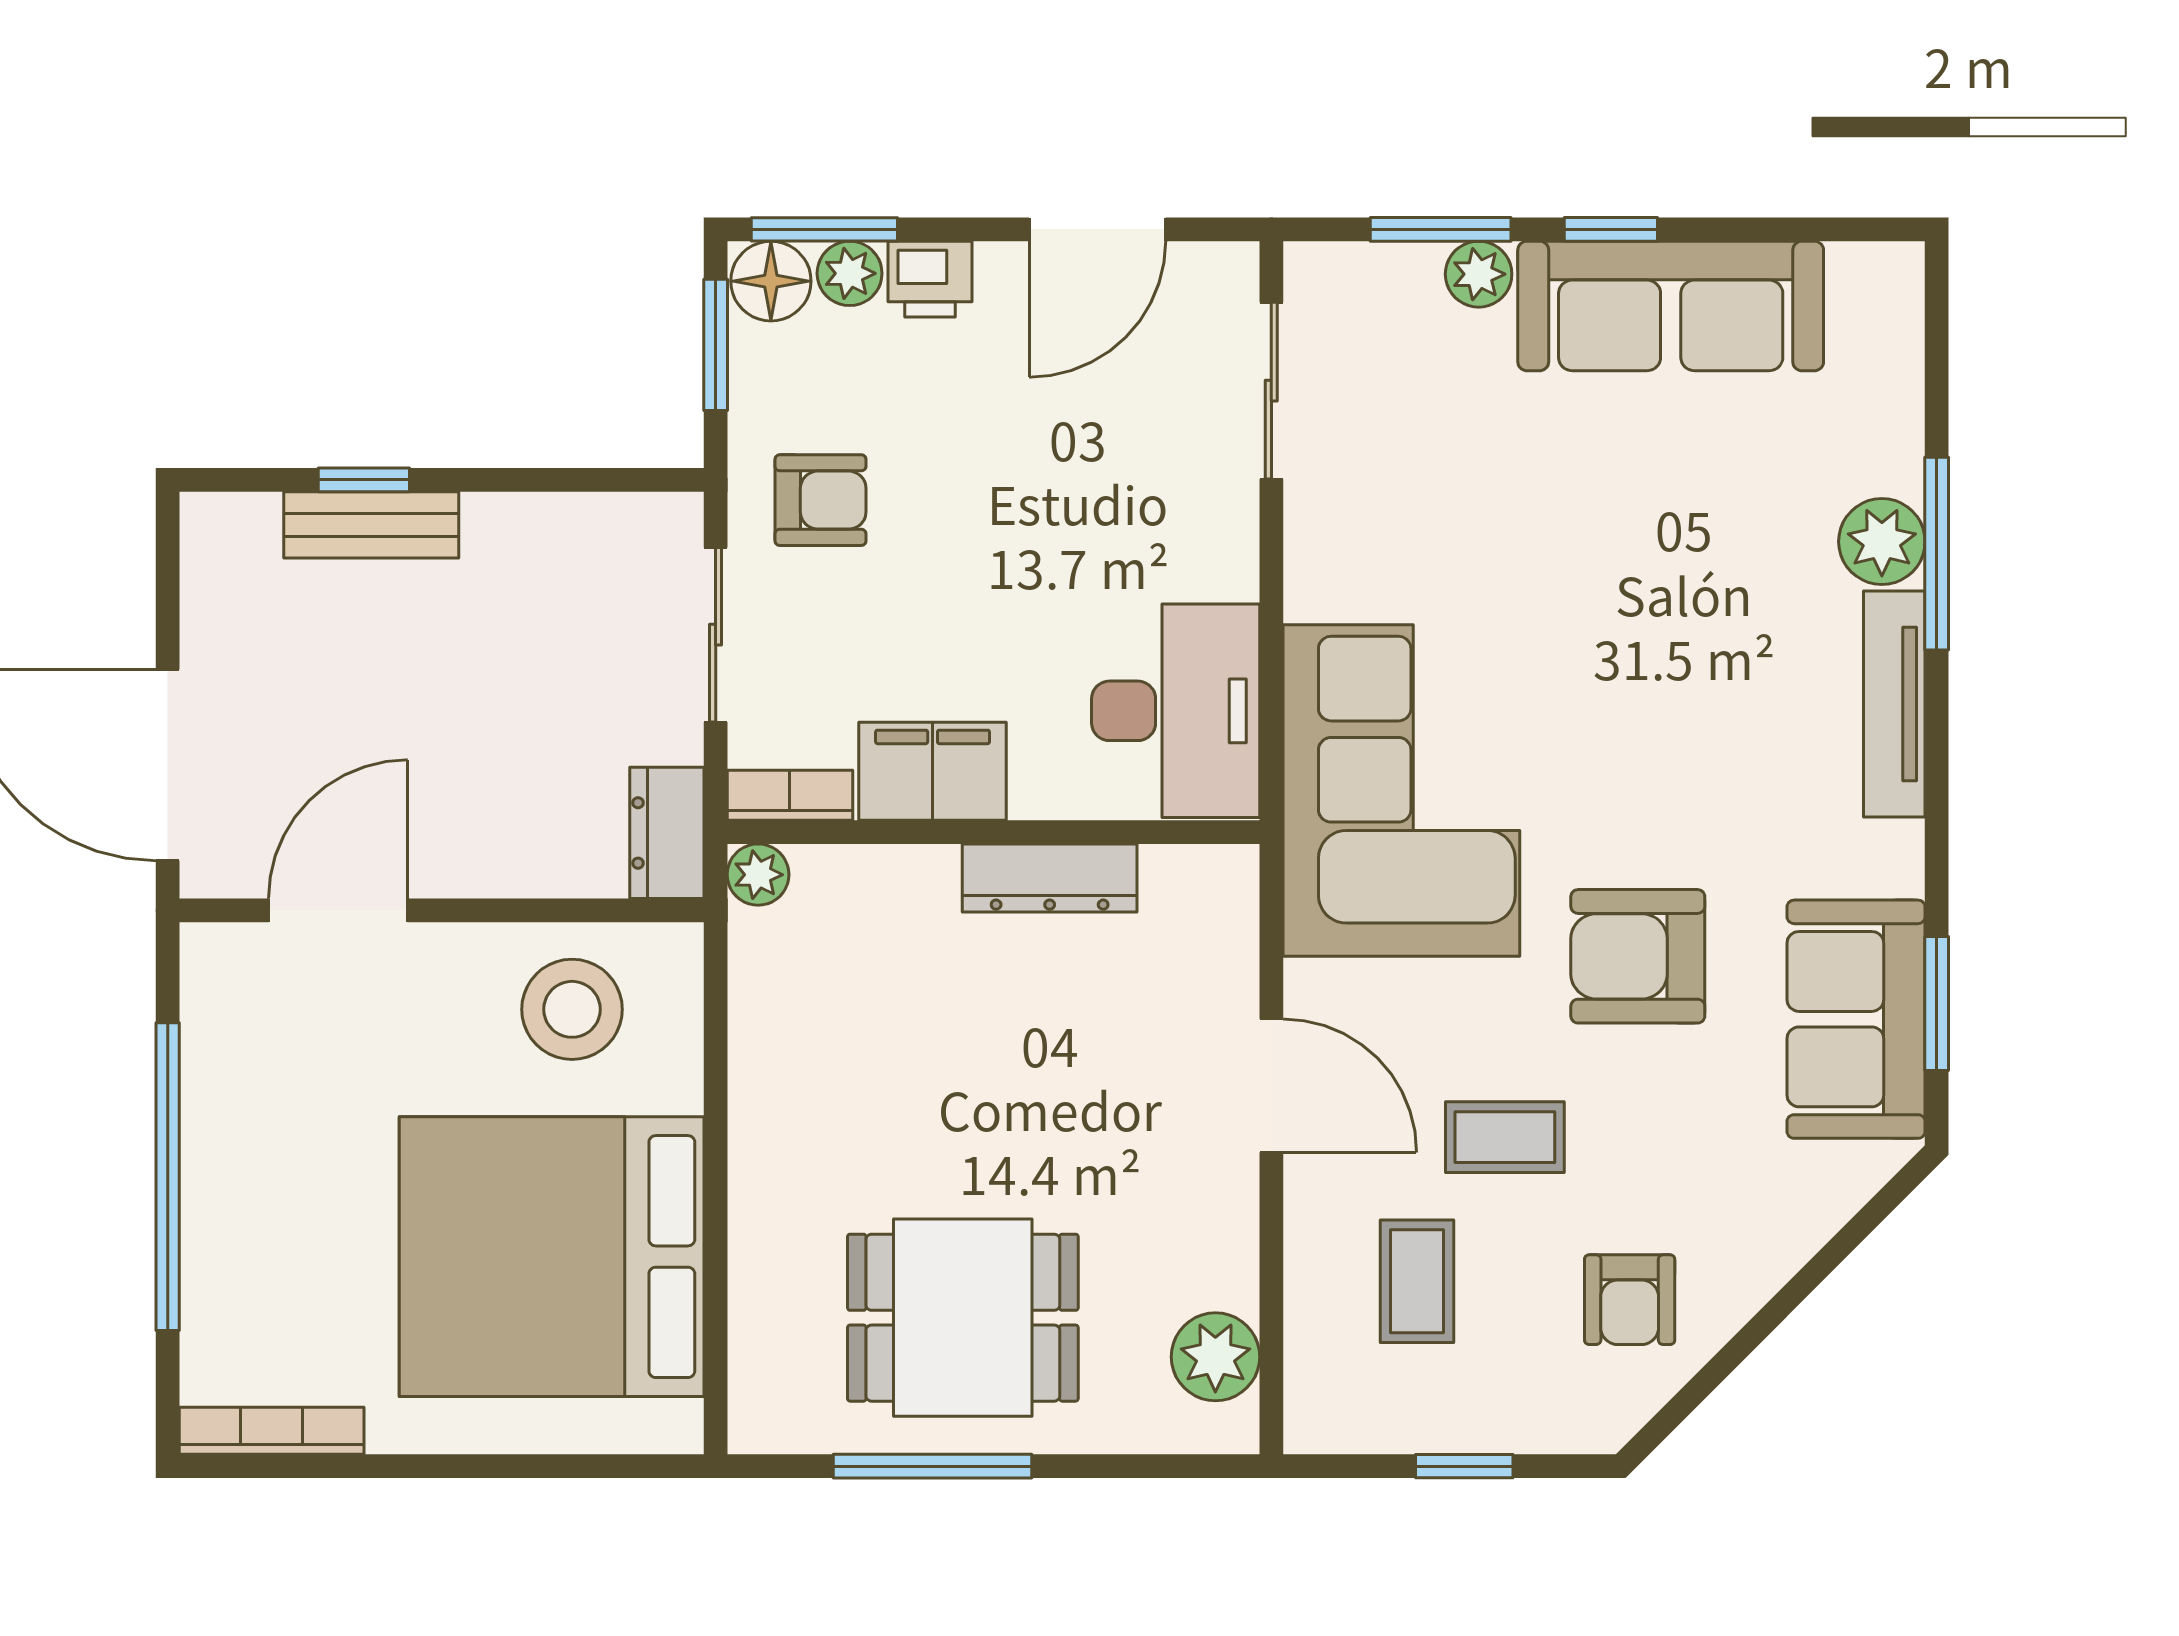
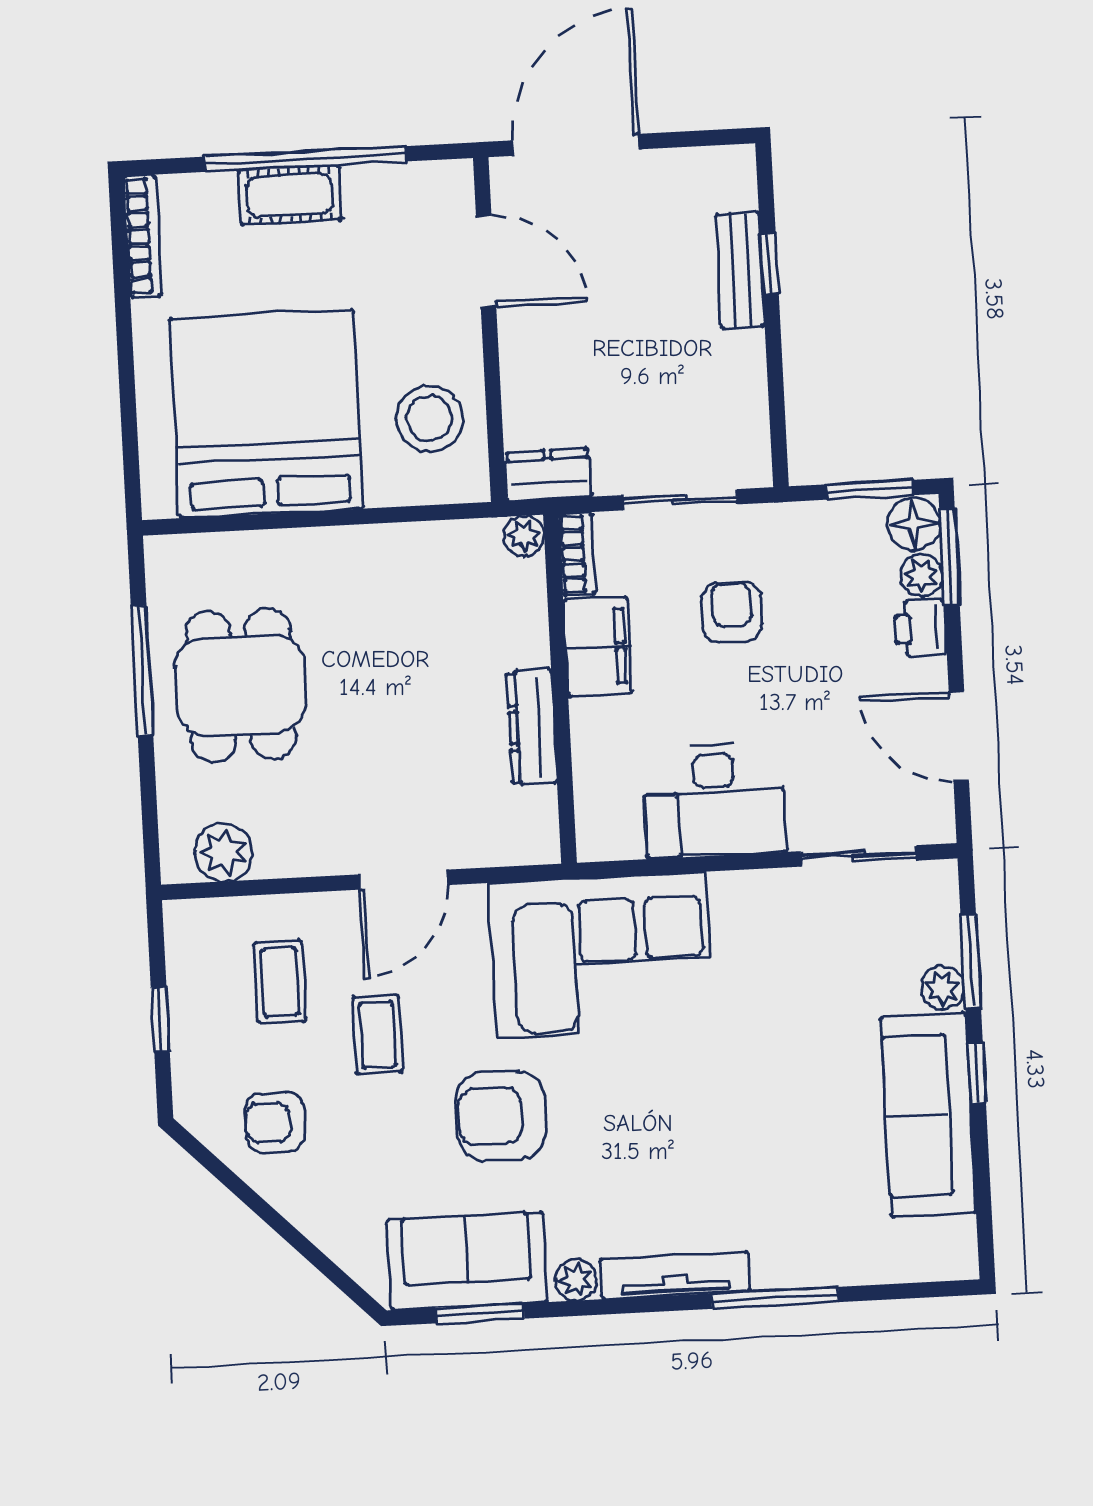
armchair: (820, 500) -> (732, 612), moved, turned 180
plant: (1882, 542) -> (576, 1280), moved, width x0.73, depth x0.73
desk: (1176, 711) -> (715, 800), moved
armchair: (1638, 956) -> (501, 1116), turned -90
cot: (221, 1204) -> (290, 195), added
coffee table: (1417, 1281) -> (280, 982), turned 90

